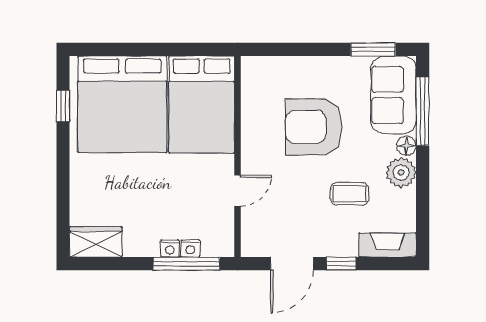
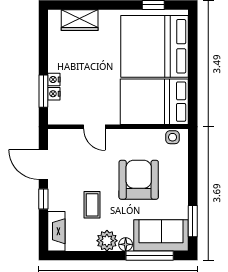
side table: (253, 78) -> (173, 137), added
wardrobe: (96, 242) -> (80, 20), moved, turned 90
window: (186, 264) -> (43, 91), width x0.69

